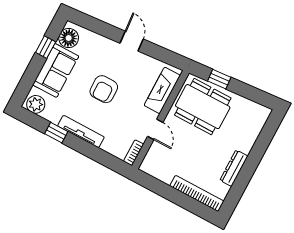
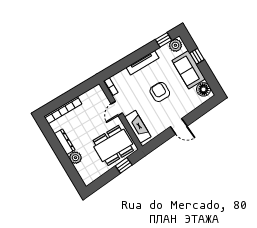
window: (46, 47) -> (197, 56), moved
door: (155, 129) -> (117, 108), hinge flipped
window: (56, 133) -> (163, 40), moved
plant: (245, 143) -> (75, 158), added

